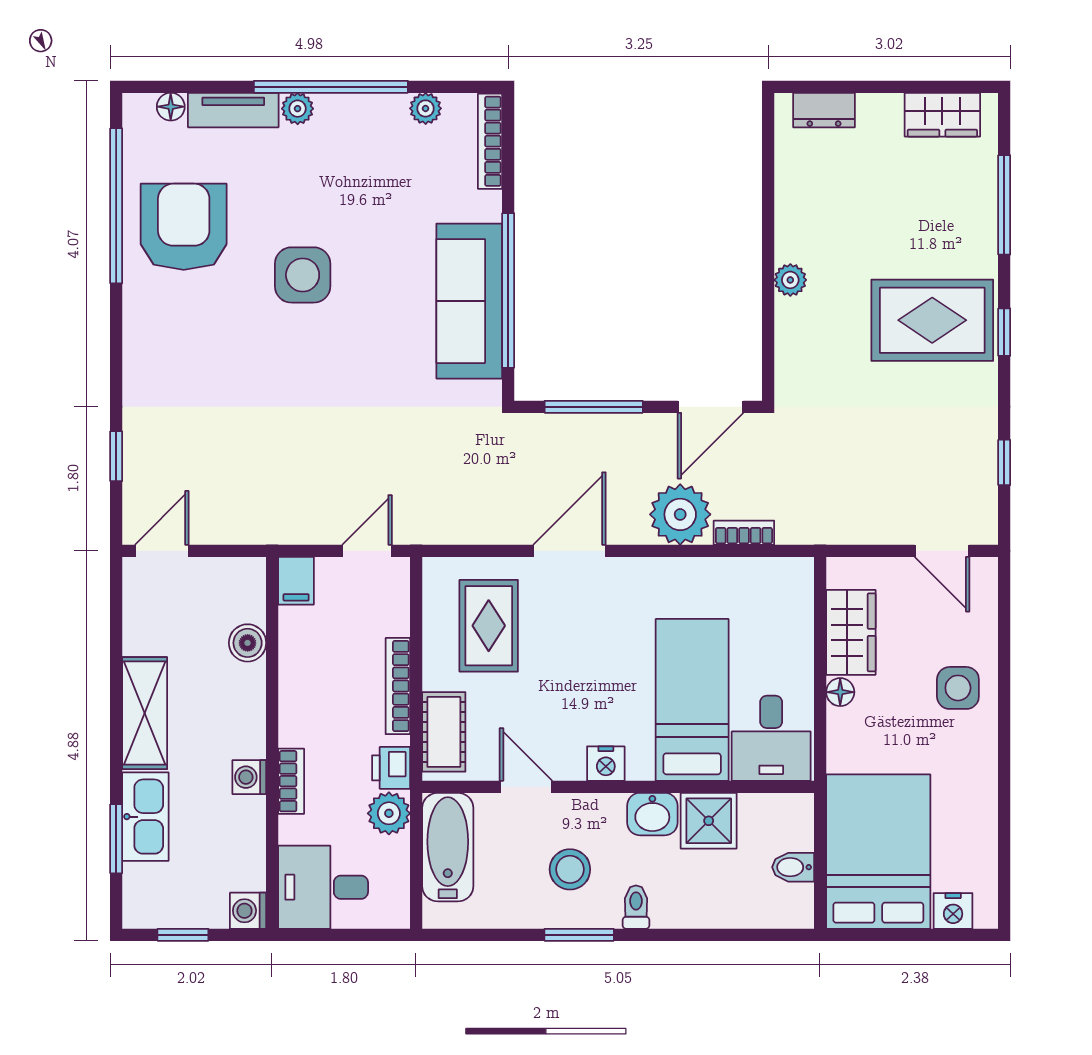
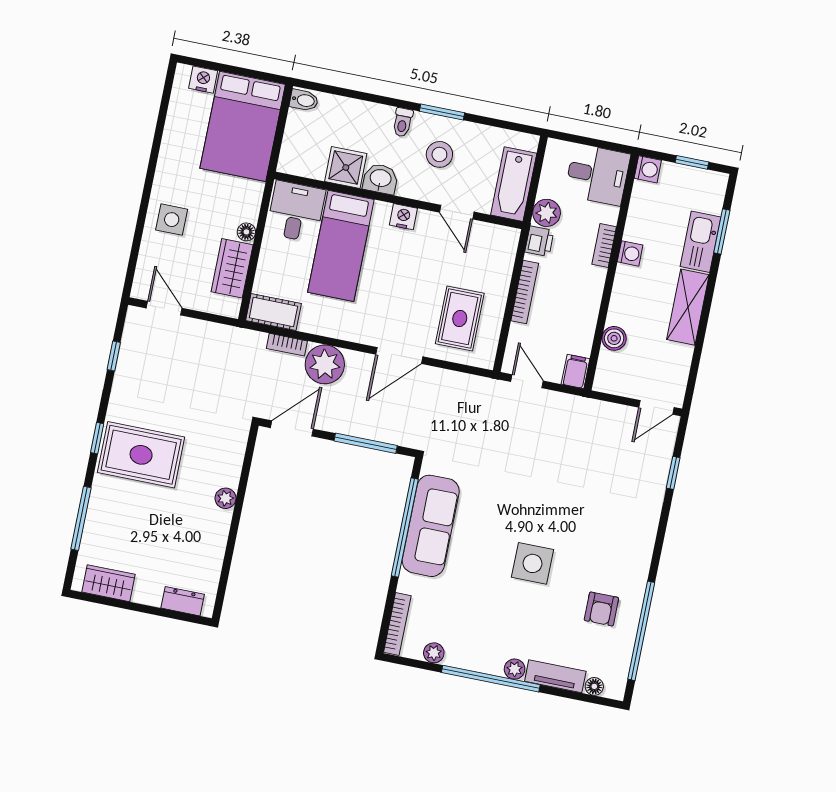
armchair: (184, 227) -> (601, 609), width x0.53, depth x0.53
door: (367, 551) -> (527, 381), swing flipped
cot: (444, 732) -> (273, 312), moved, turned 90
bidet: (793, 867) -> (304, 100), moved

